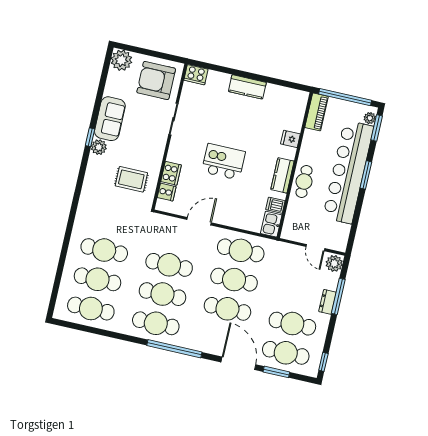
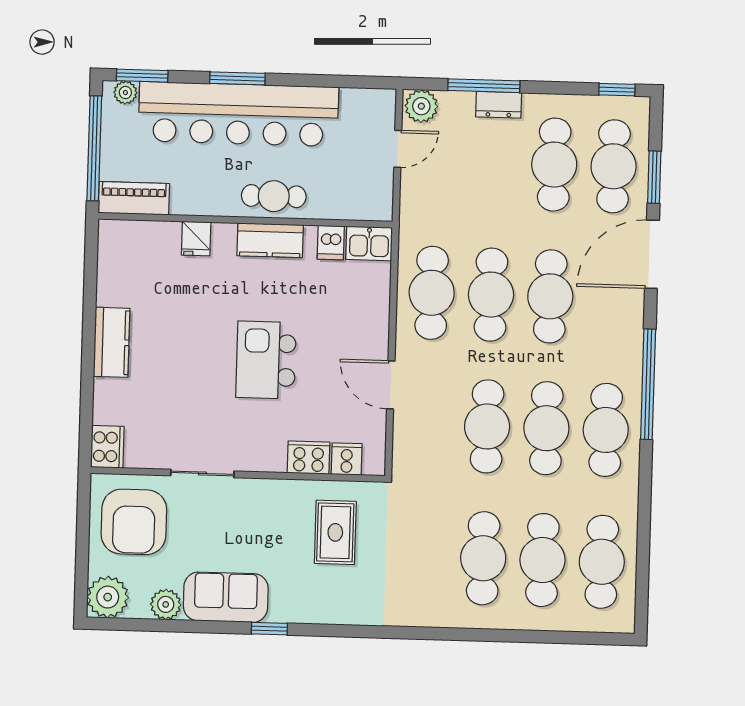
plant: (99, 147) -> (166, 604), moved

